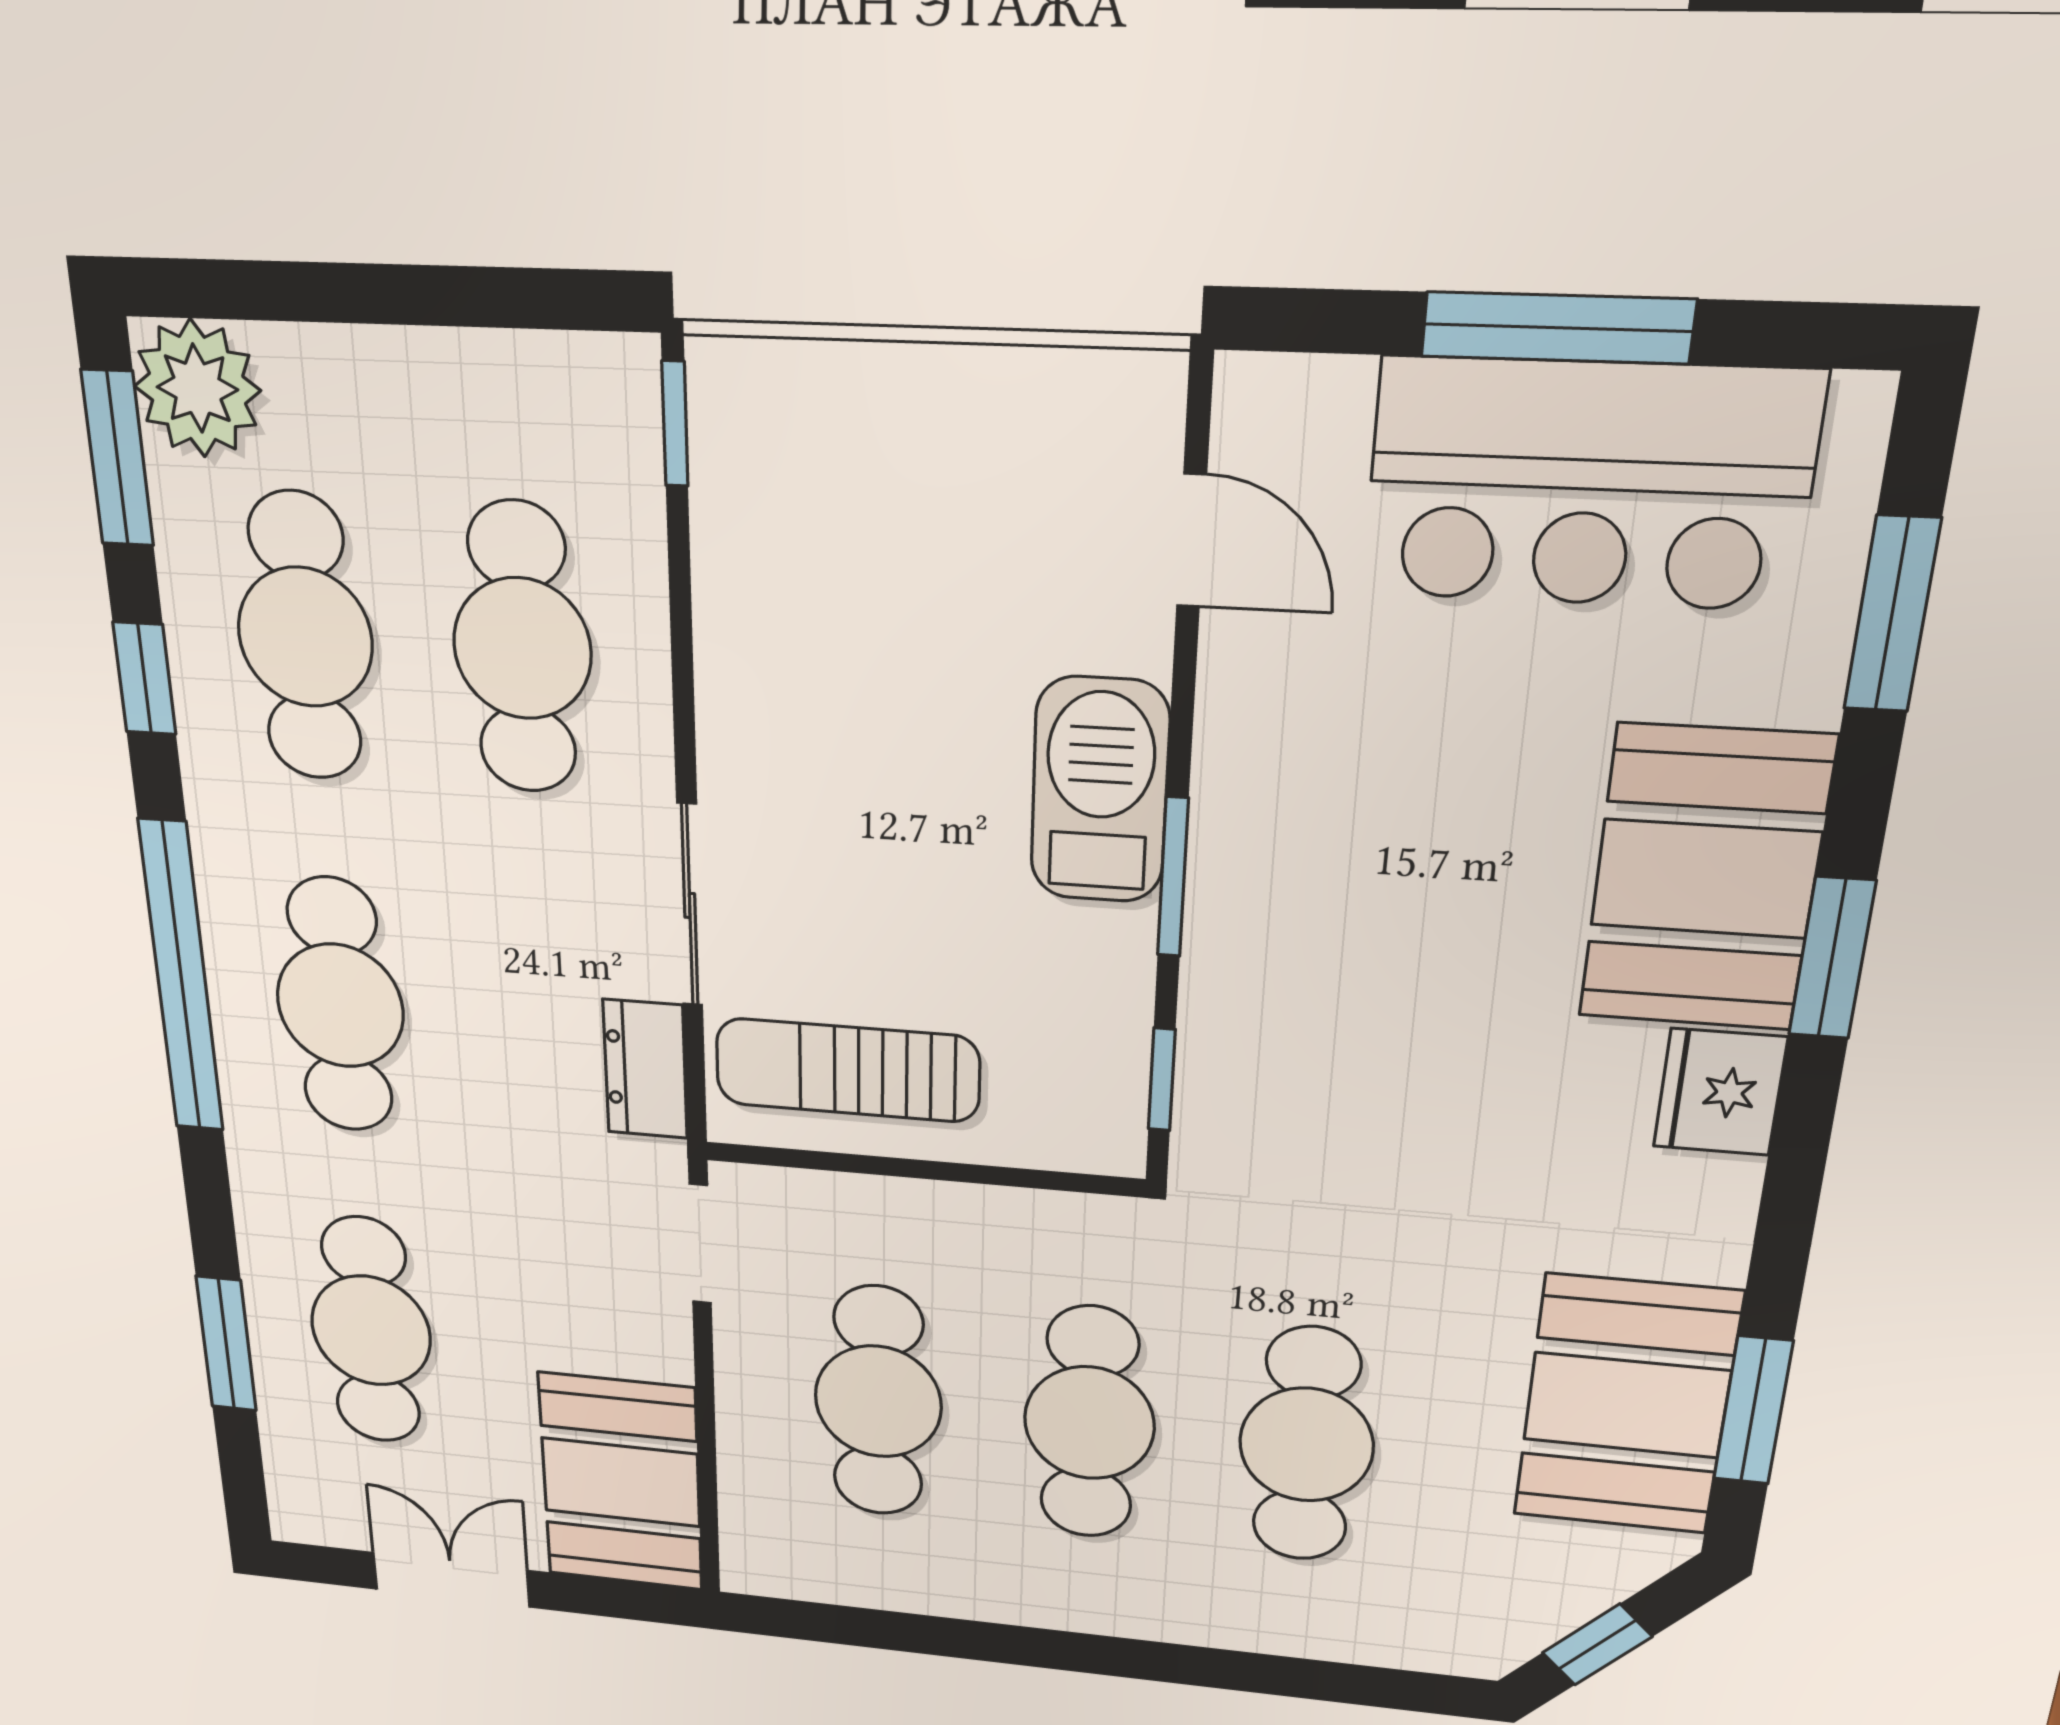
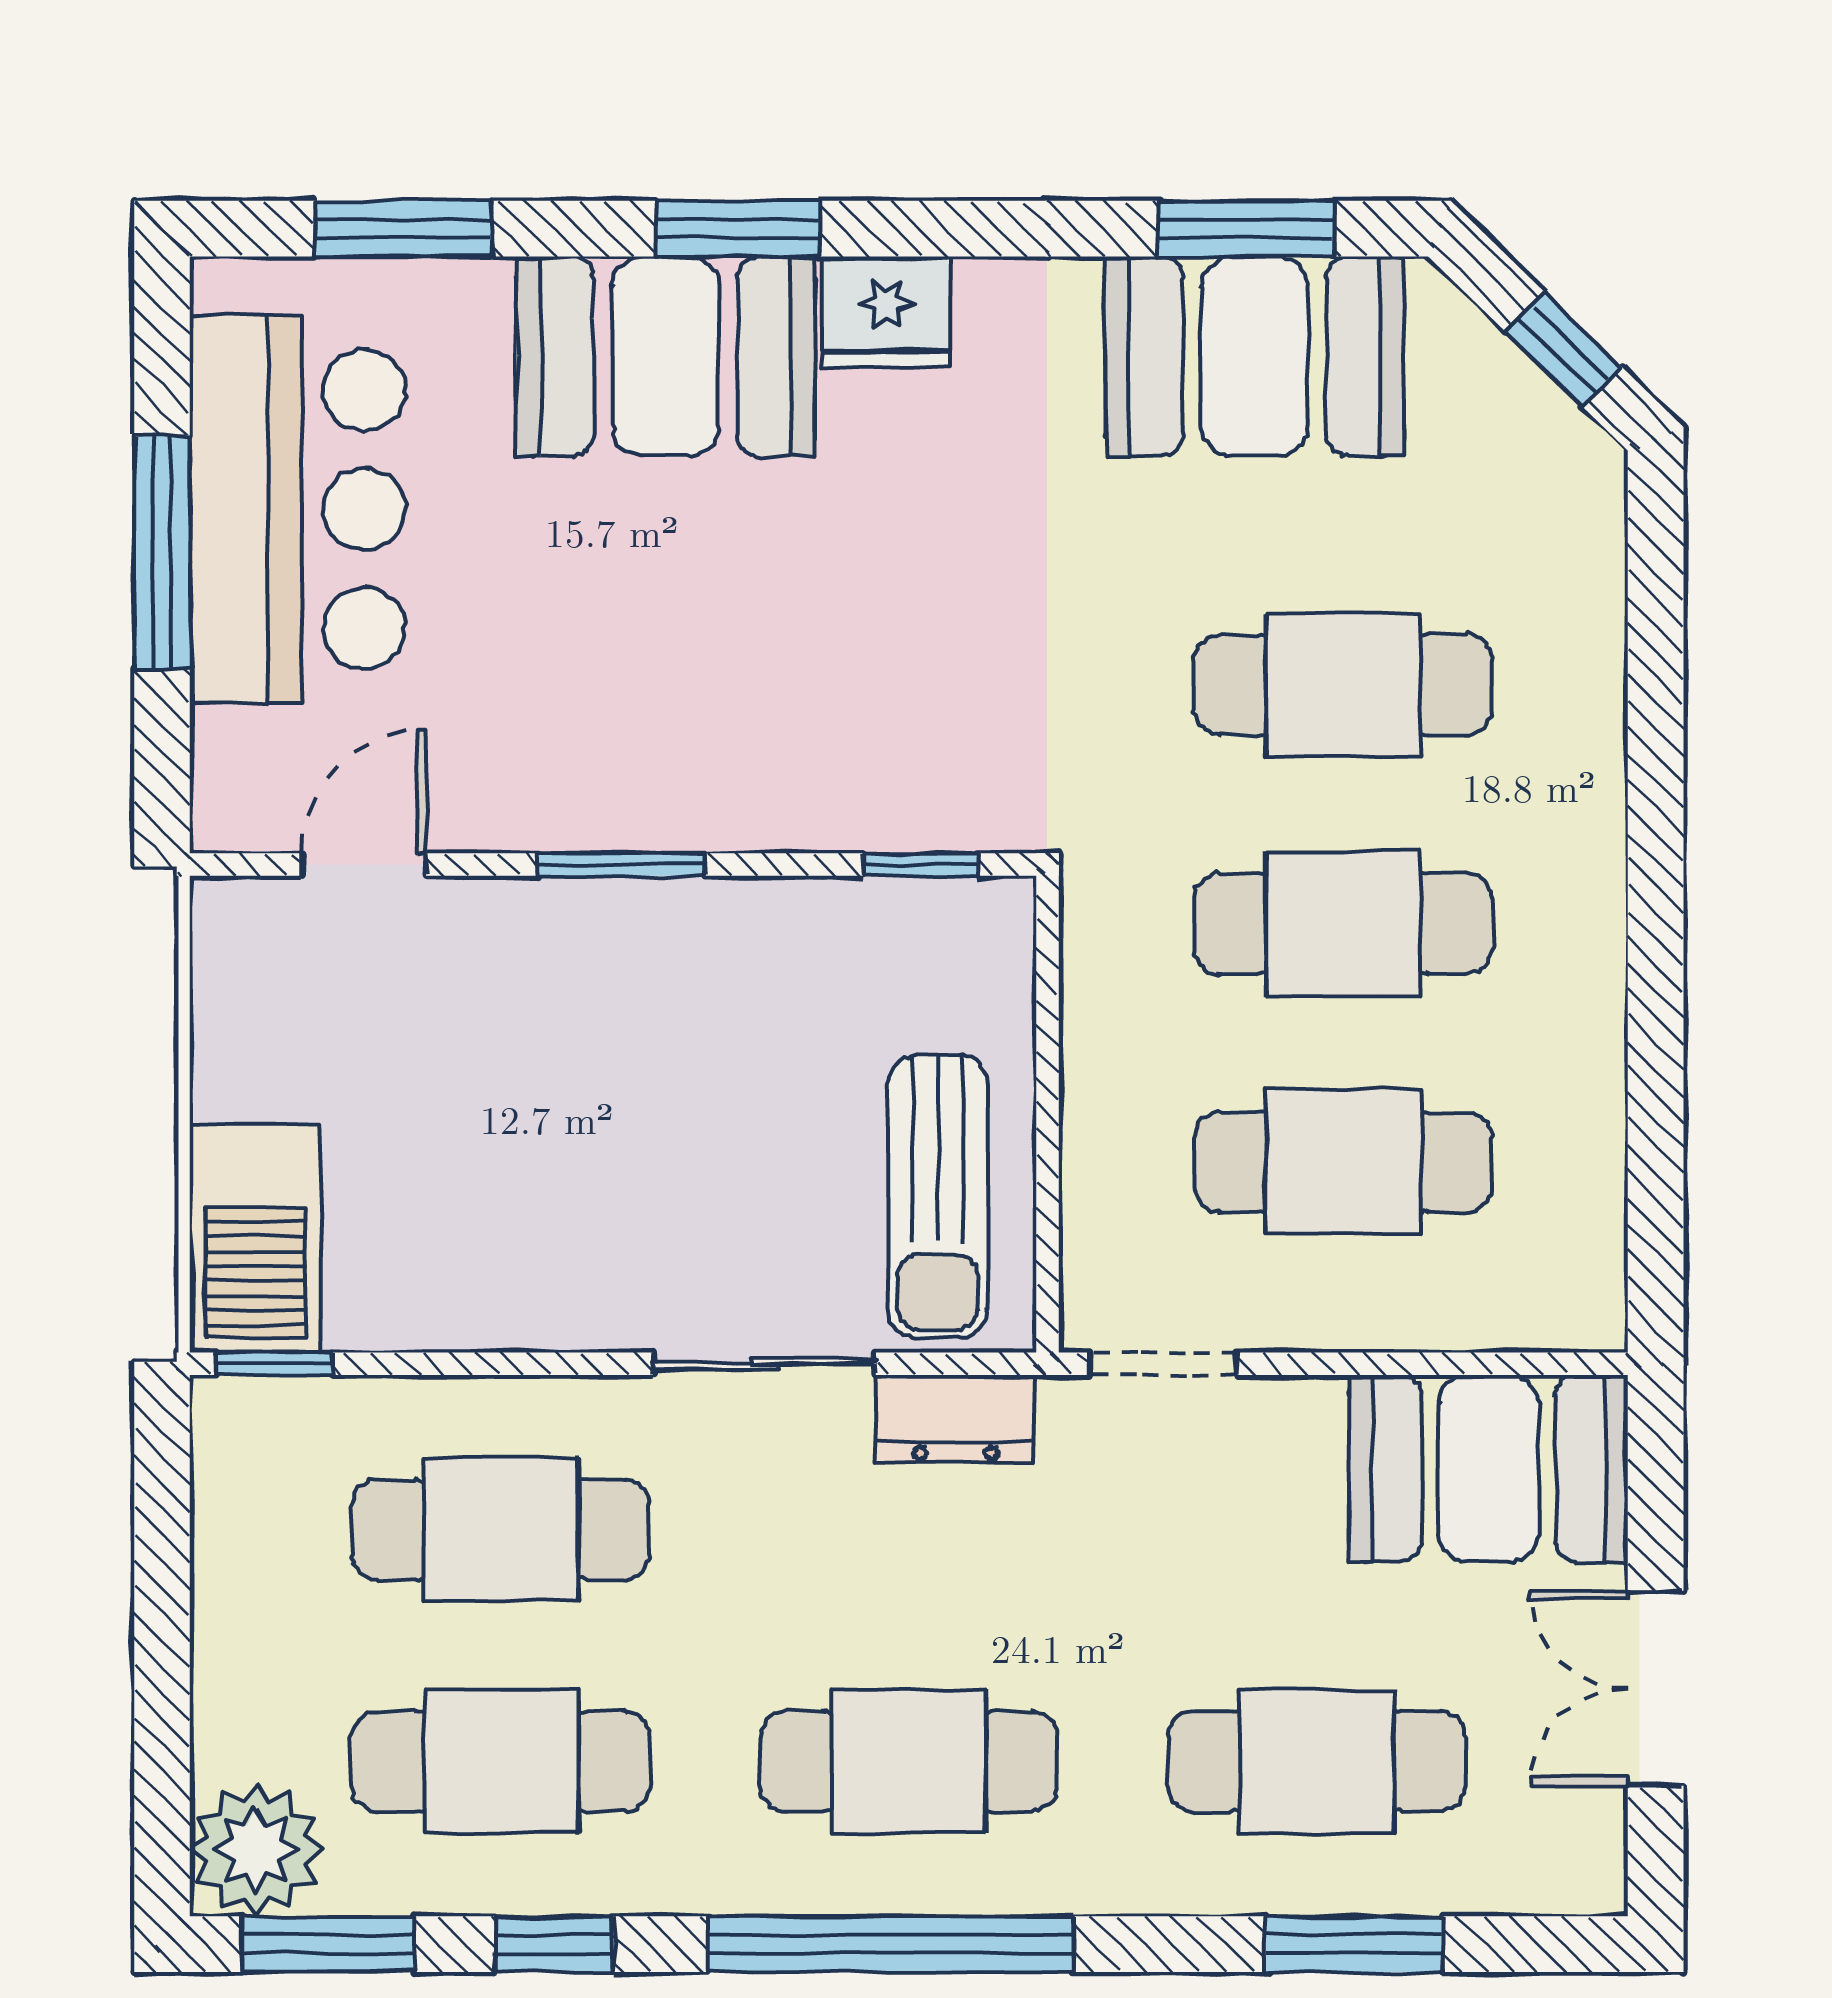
barbecue: (1100, 790) -> (255, 1239), moved, turned -90
window: (1173, 877) -> (621, 865), moved

